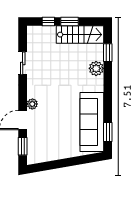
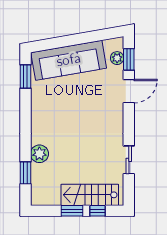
stairs: (80, 35) -> (90, 195), moved
plant: (32, 104) -> (117, 58), moved
sofa: (92, 122) -> (69, 60), moved, turned 80

